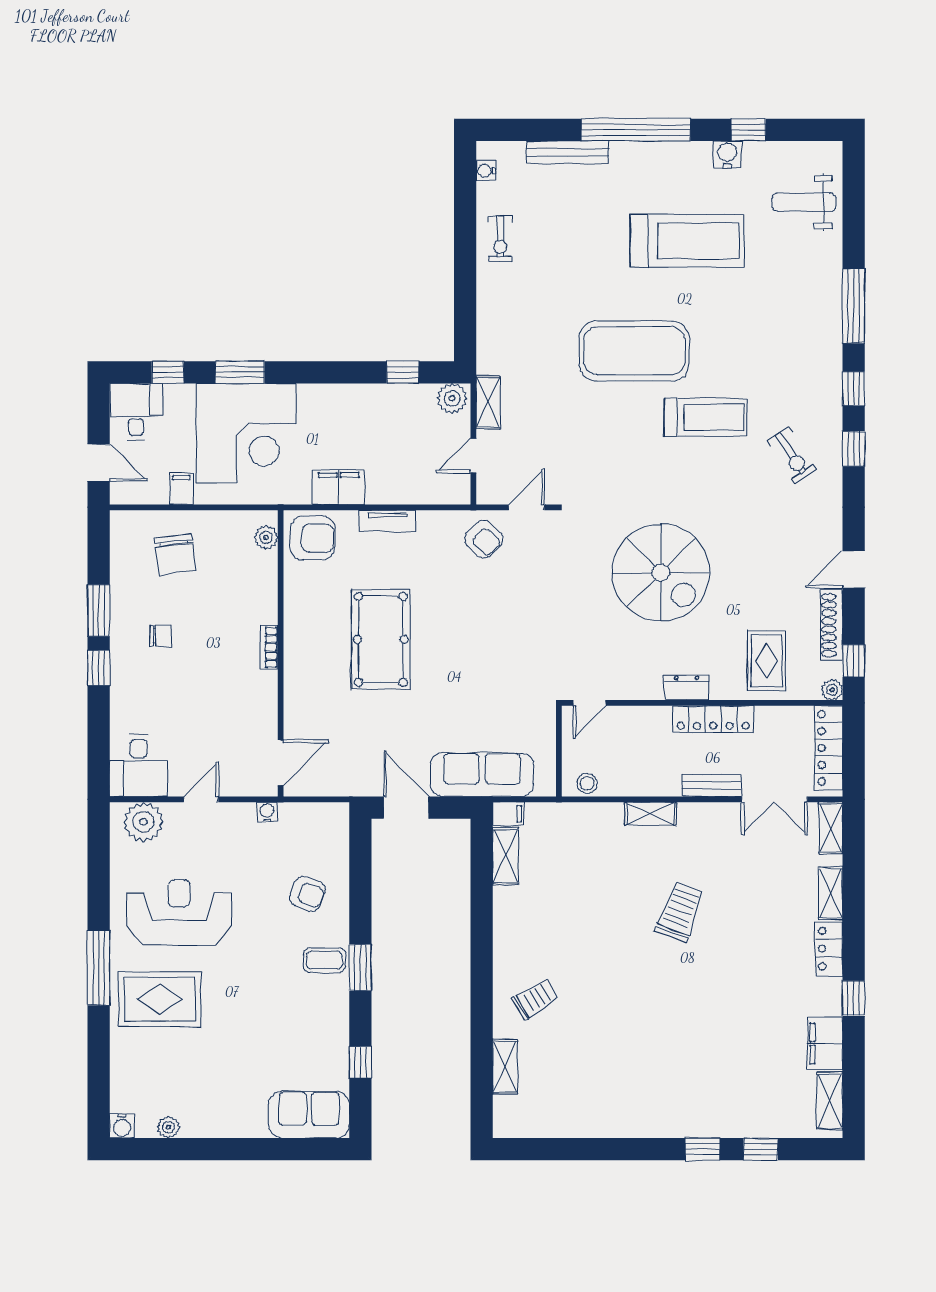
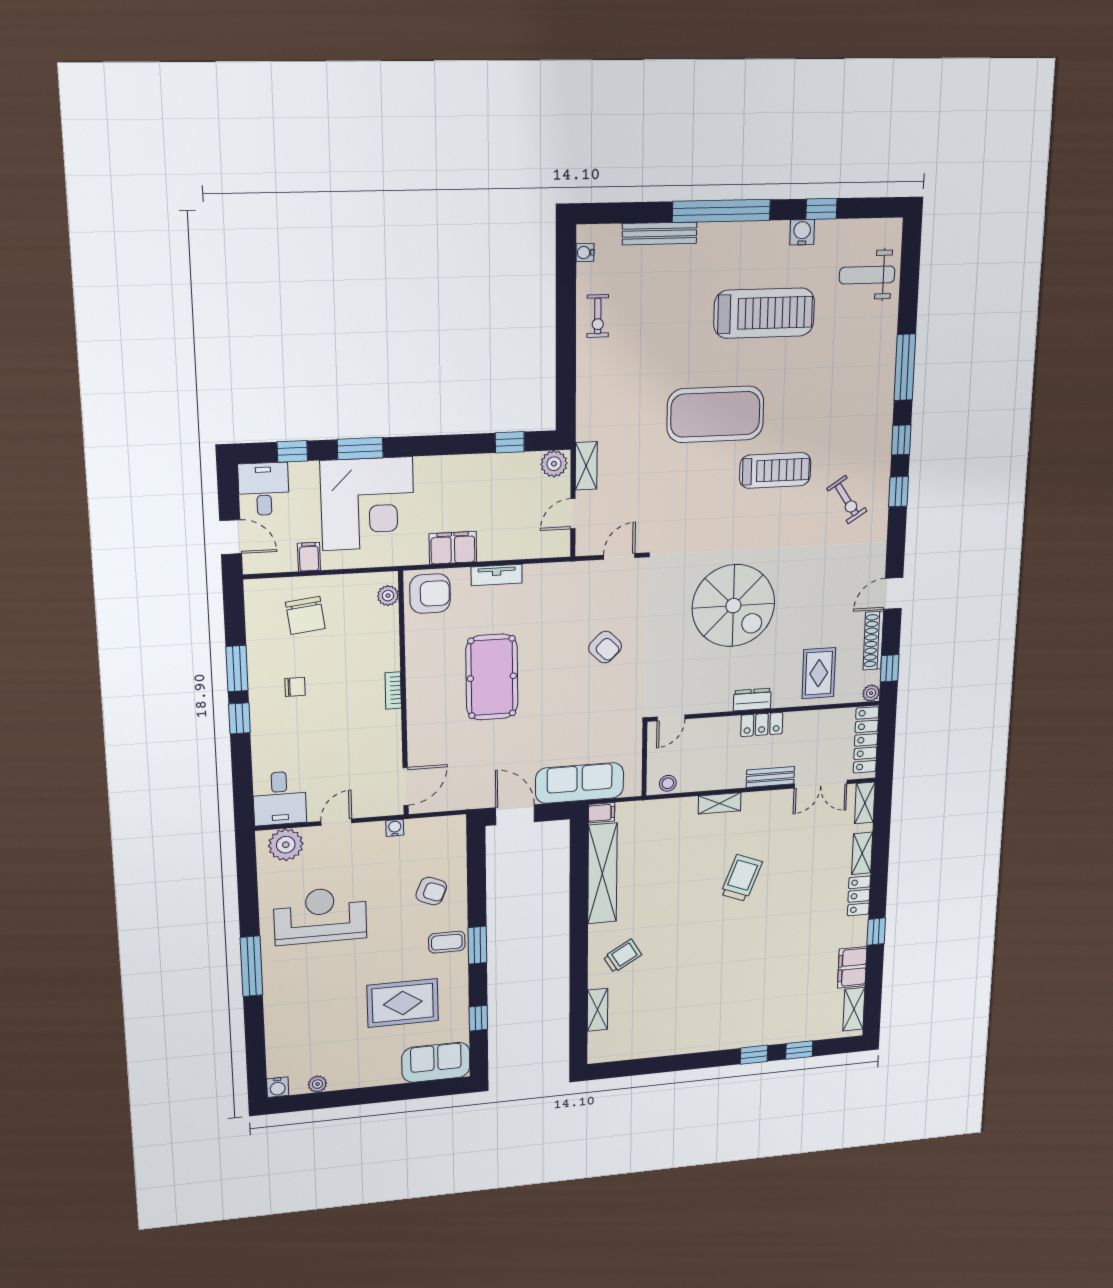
armchair: (484, 539) -> (605, 647), moved
locker: (713, 719) -> (762, 724), width x0.66
shelving: (505, 856) -> (602, 874), width x2.20, depth x1.33
rug: (160, 999) -> (403, 1003), moved

